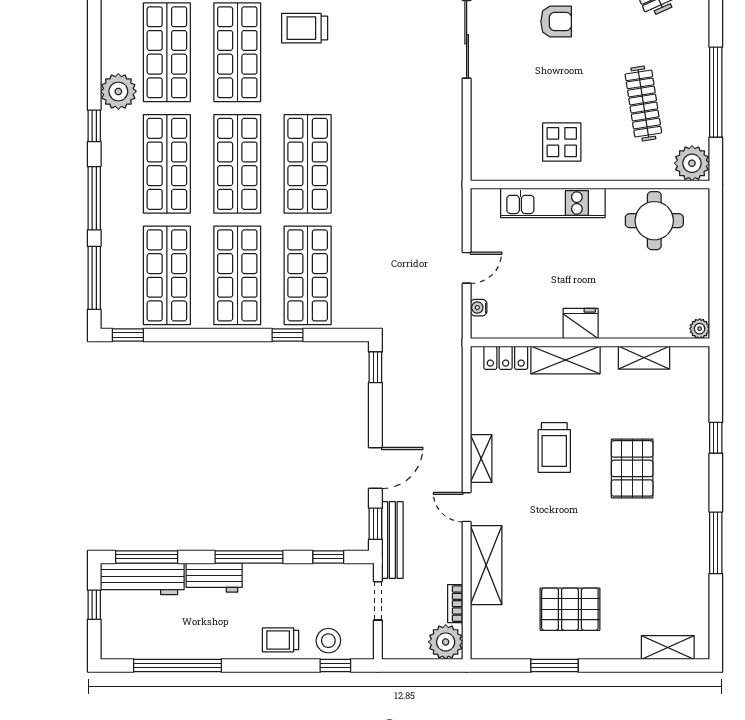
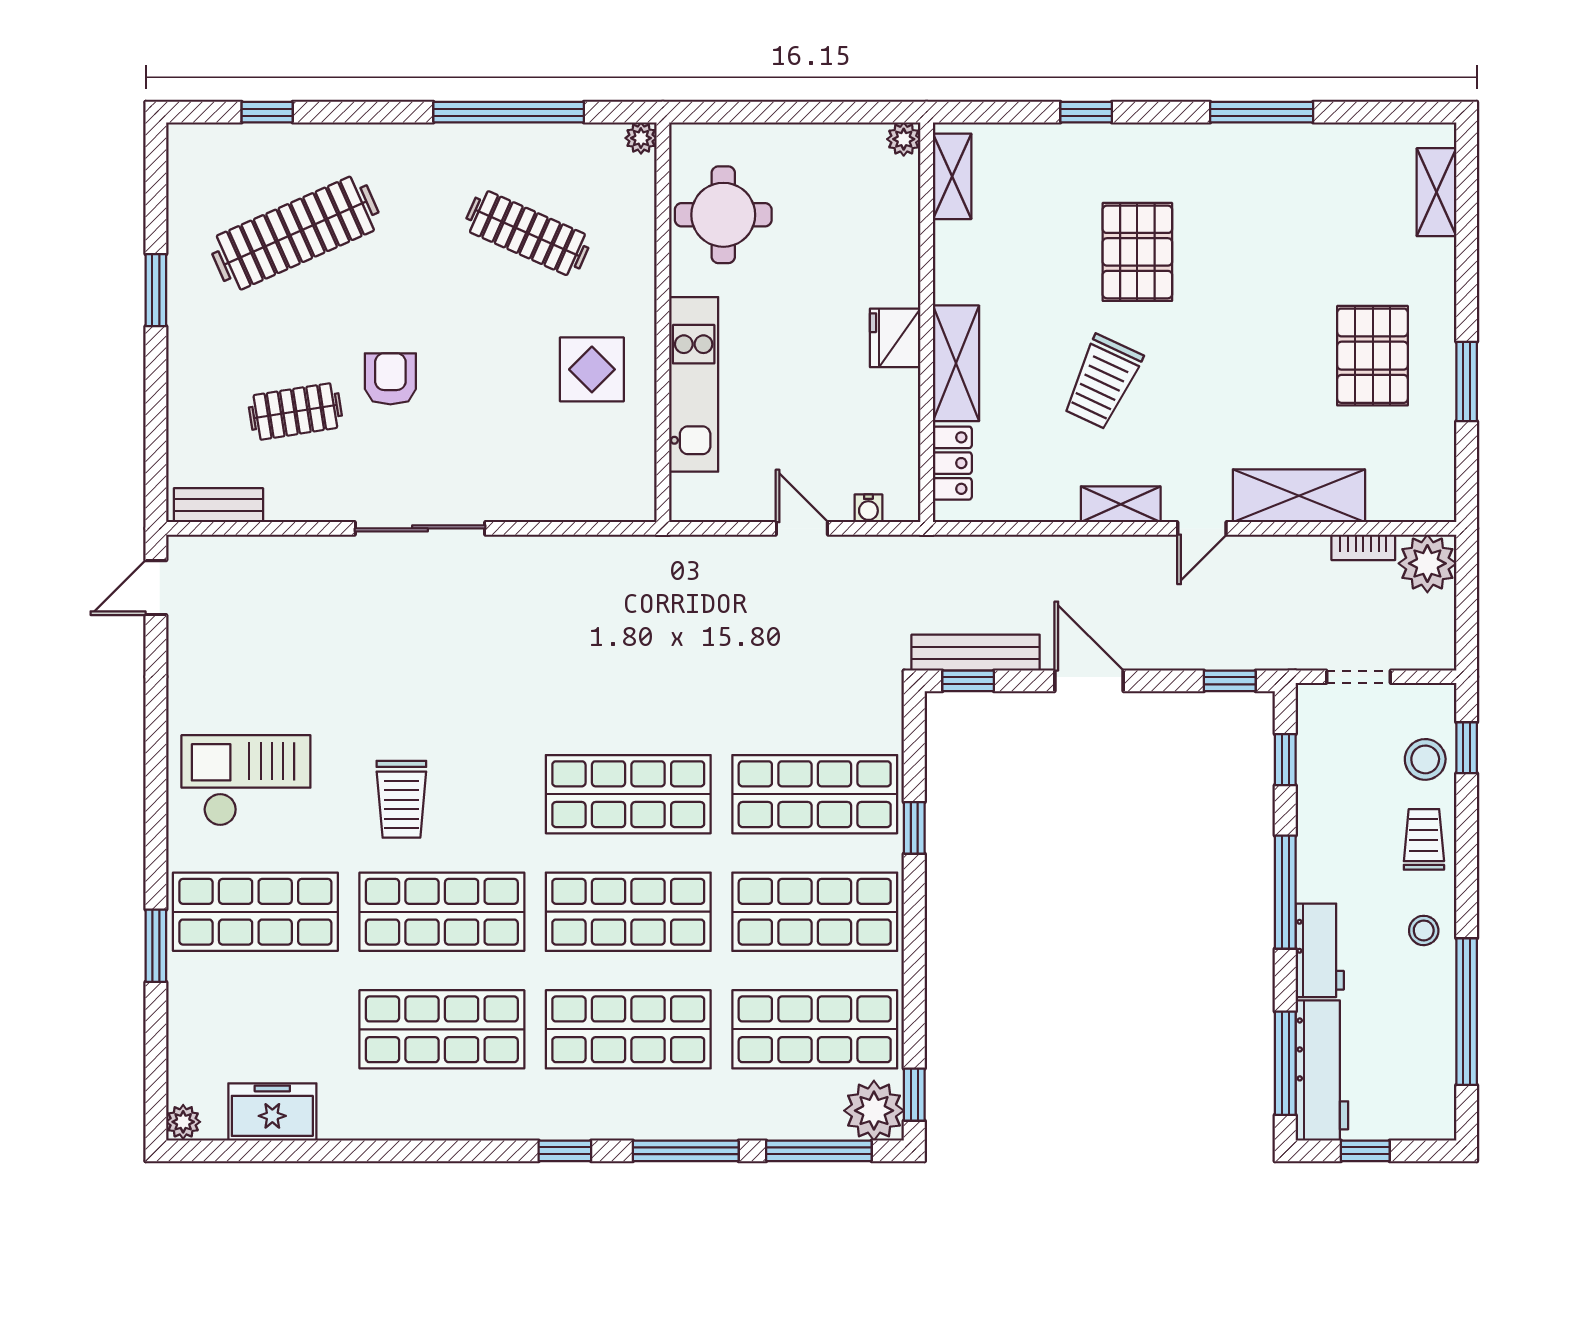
plant: (118, 91) -> (874, 1111), moved
clothes rail: (643, 103) -> (527, 233), turned 33
plant: (692, 163) -> (641, 138), width x0.53, depth x0.53
shelving: (644, 358) -> (952, 176), moved
trolley: (554, 447) -> (1102, 382), turned 115
door: (375, 468) -> (1089, 681), moved
pallet: (632, 468) -> (1137, 252), turned 90
bench: (392, 540) -> (976, 653), moved
stool: (226, 640) -> (1424, 930), added
trolley: (281, 640) -> (1424, 839), turned 180

